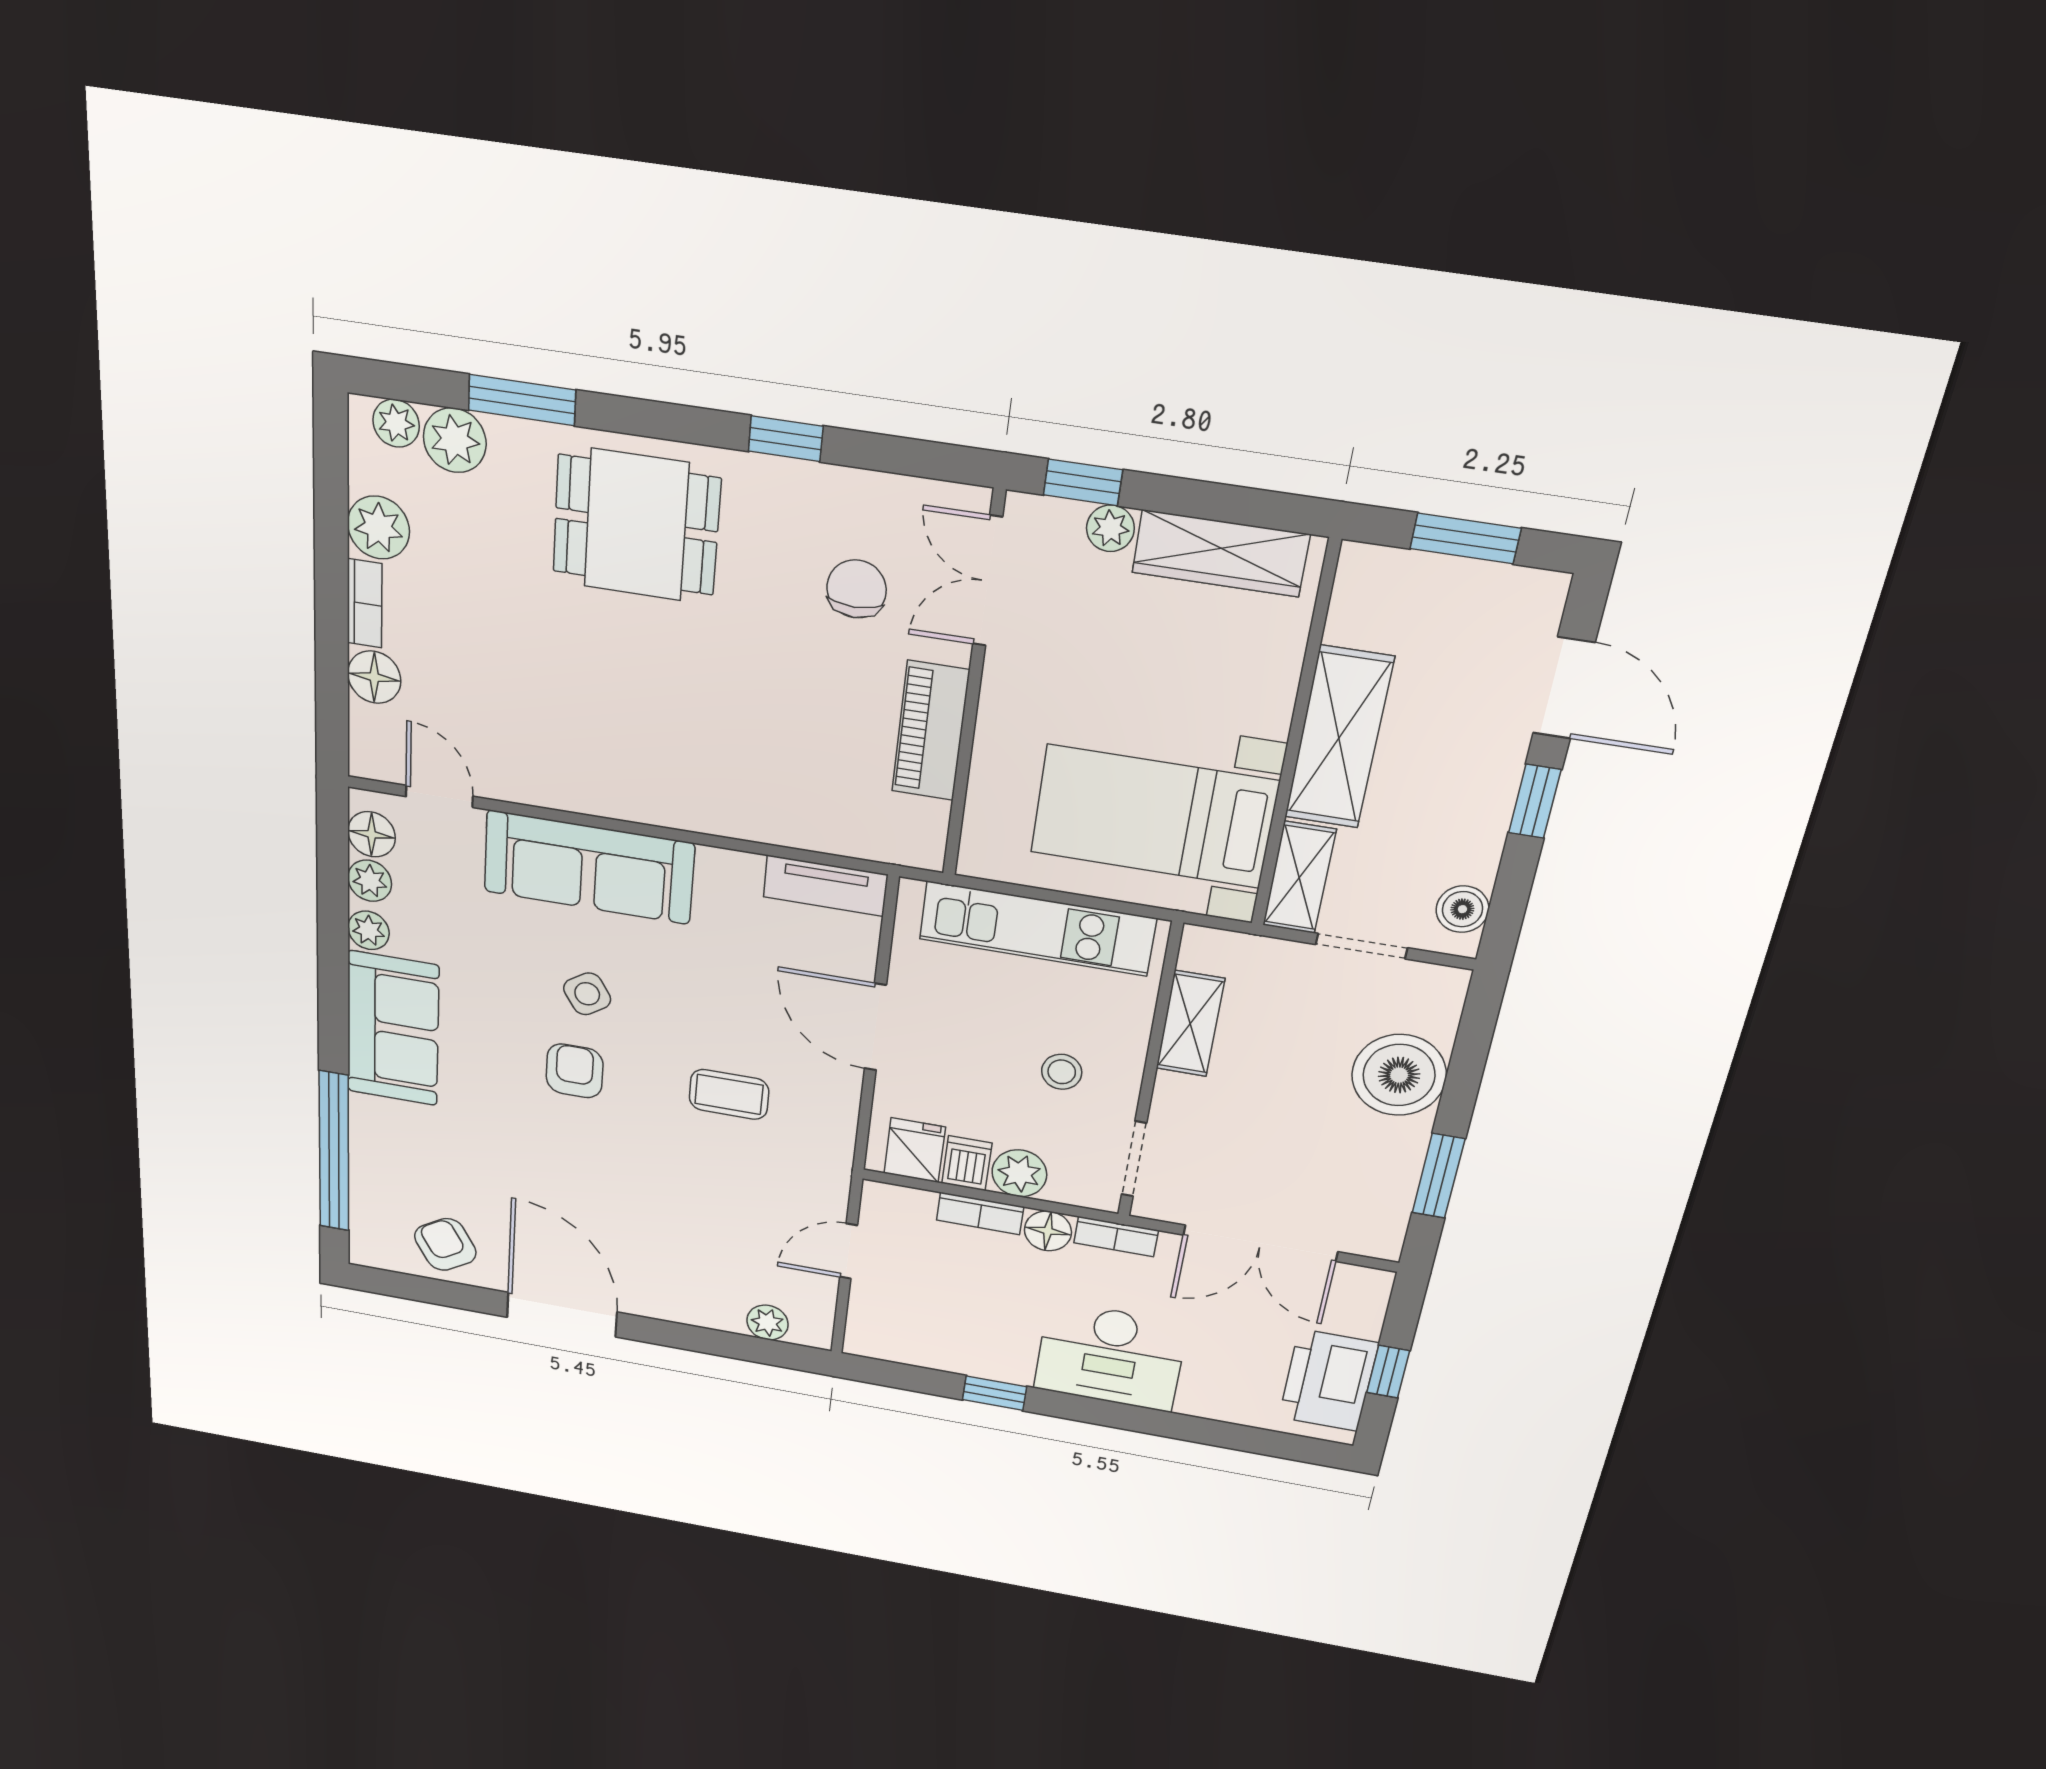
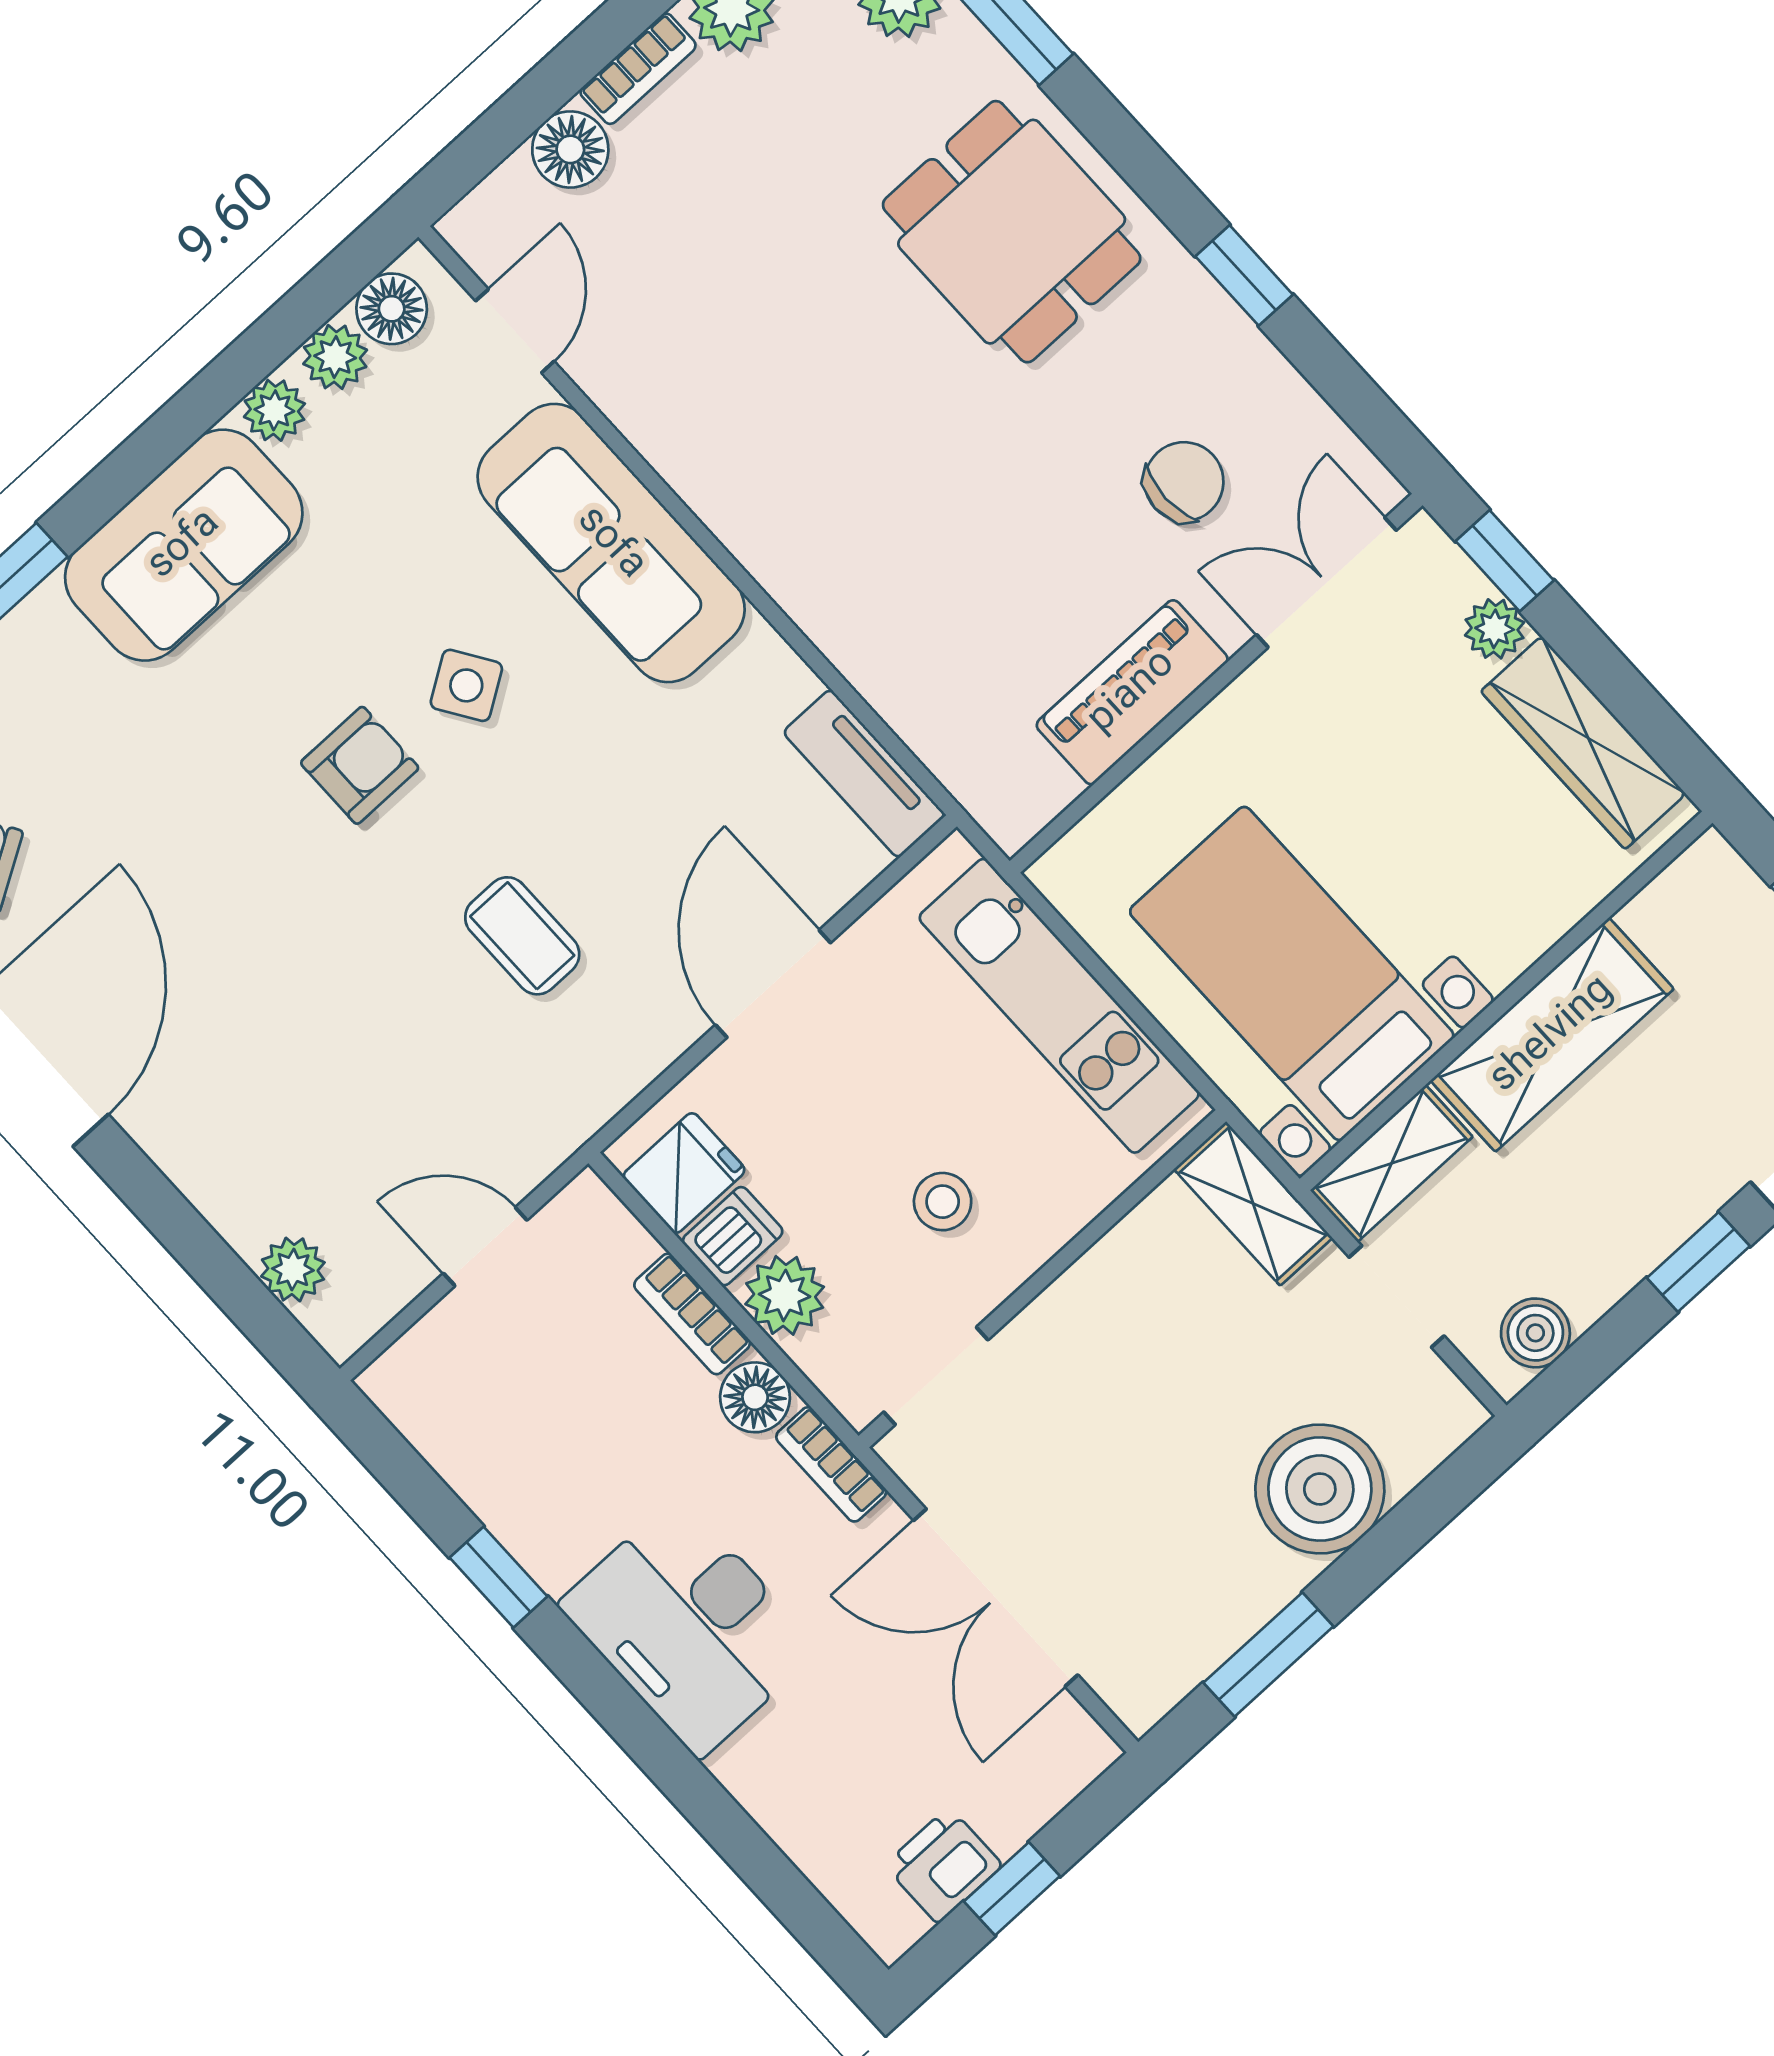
shelving: (1190, 1024) -> (1253, 1203), moved, turned 90
printer: (1328, 1380) -> (943, 1865), width x0.53, depth x0.68

